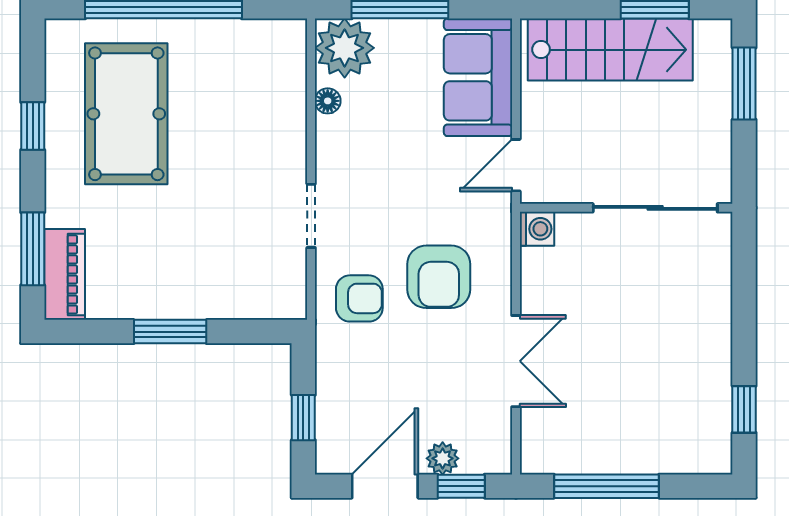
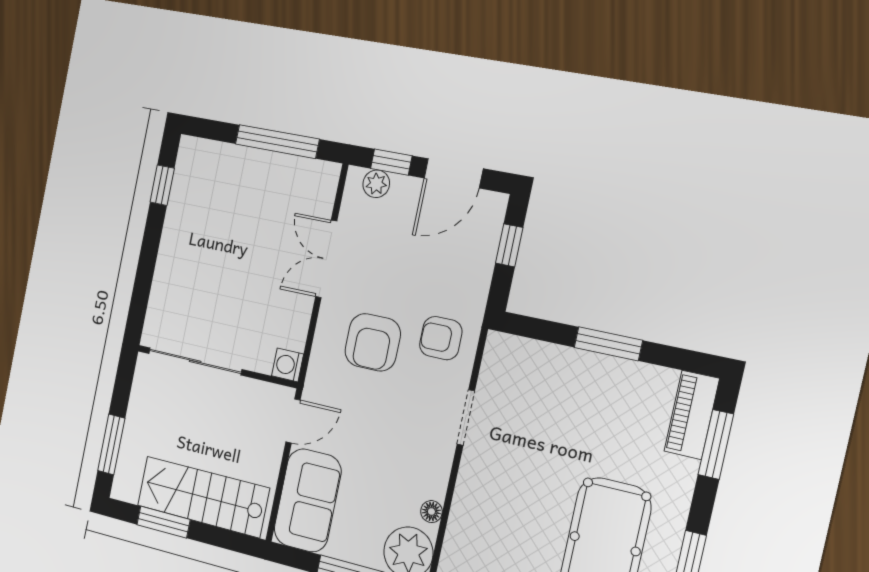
armchair: (439, 277) -> (373, 342), turned 180
plant: (443, 458) -> (376, 184), moved

